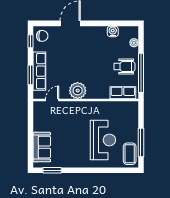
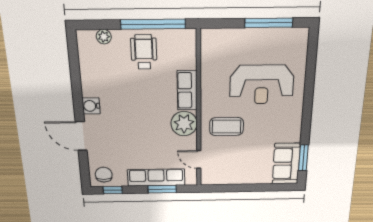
water cooler: (113, 31) -> (91, 106), moved
row of seats: (123, 93) -> (187, 90), moved
reception desk: (103, 140) -> (262, 85), turned 180
sofa: (42, 147) -> (286, 164), moved, turned -90
coffee table: (130, 154) -> (226, 127), moved

